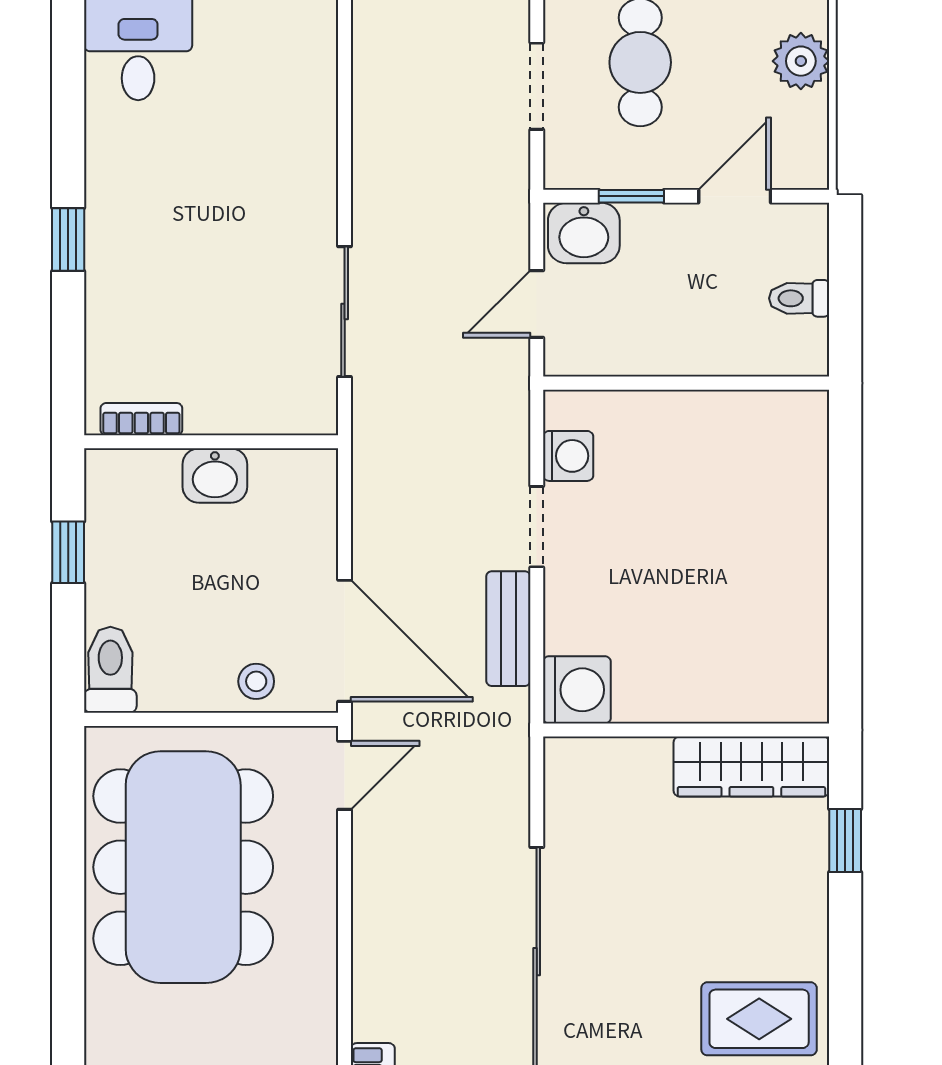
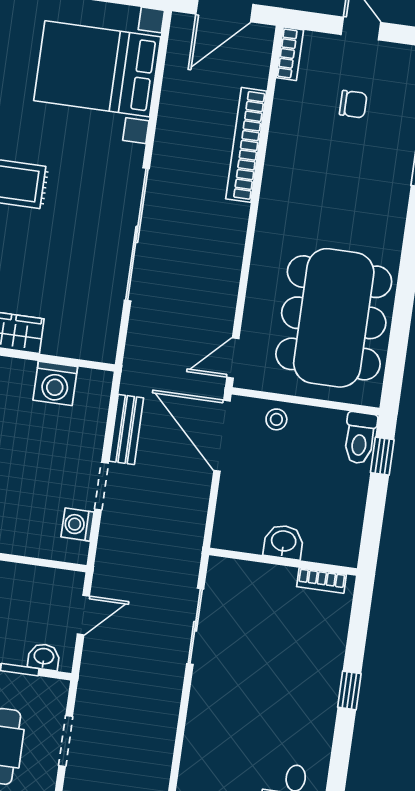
washbasin: (584, 233) -> (44, 657), width x0.72, depth x0.69
window: (68, 552) -> (382, 456), moved
washing machine: (577, 690) -> (55, 383), moved, turned -90

